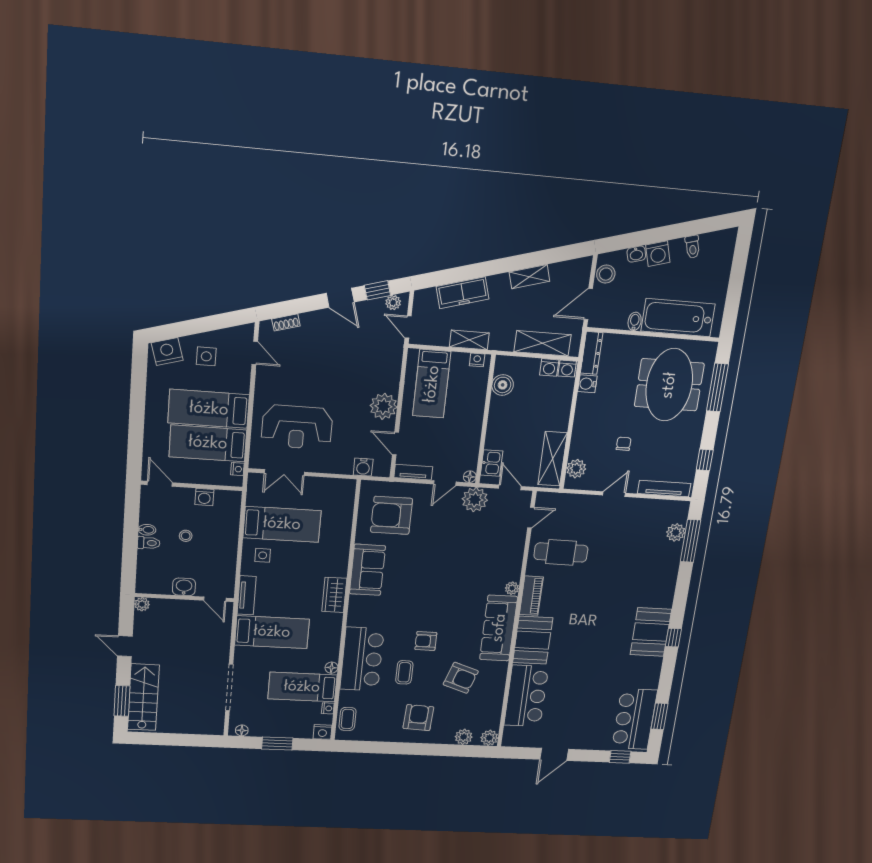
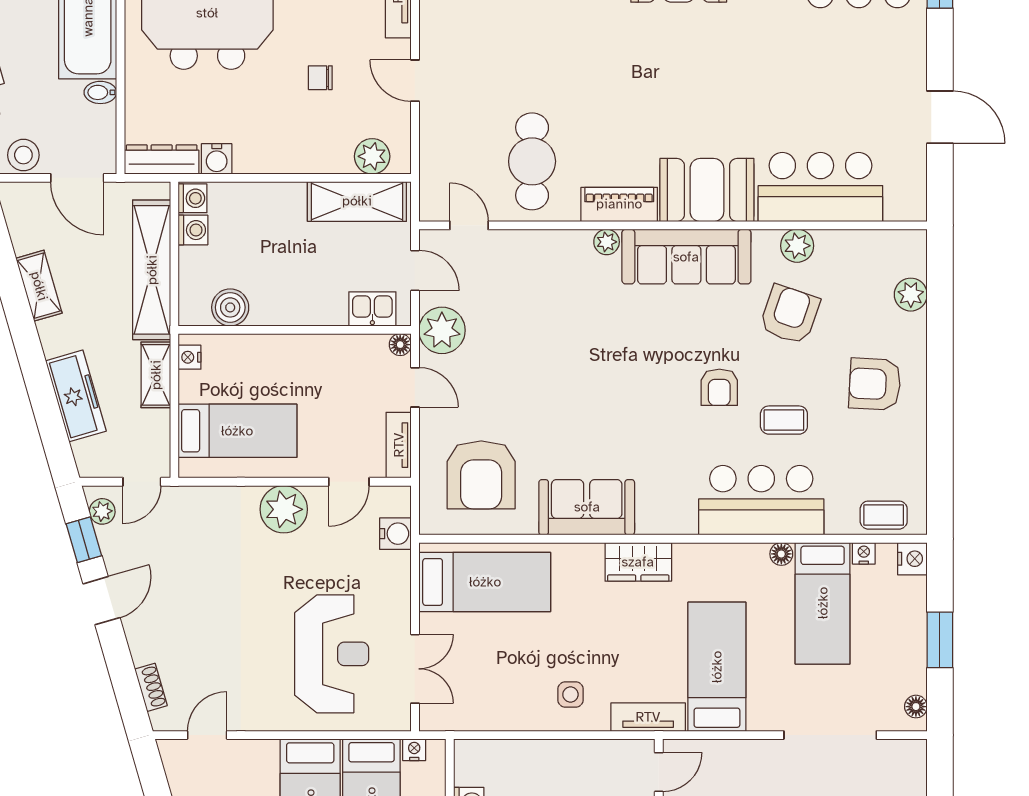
shelving: (542, 343) -> (152, 270), width x1.47
door: (510, 487) -> (415, 270), swing flipped
bed: (282, 524) -> (485, 582), moved, turned 90
plant: (489, 738) -> (797, 246), moved

